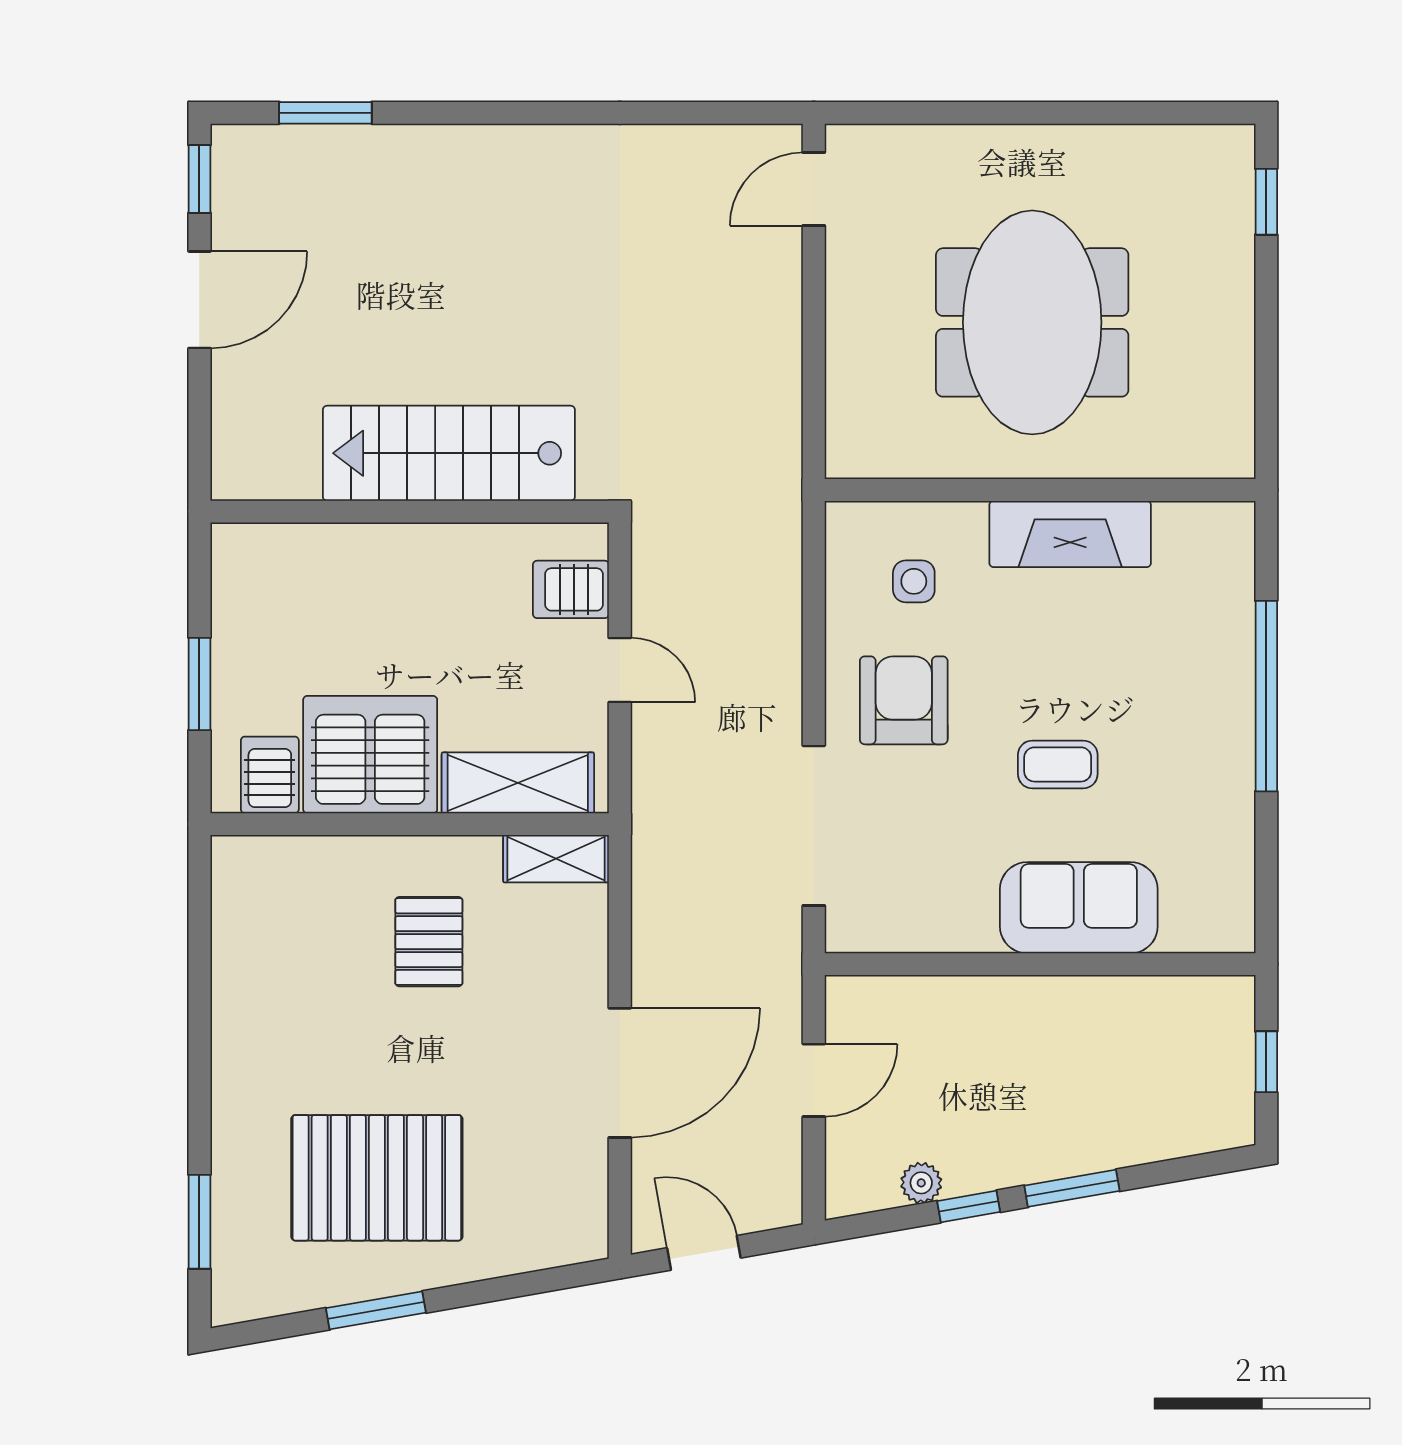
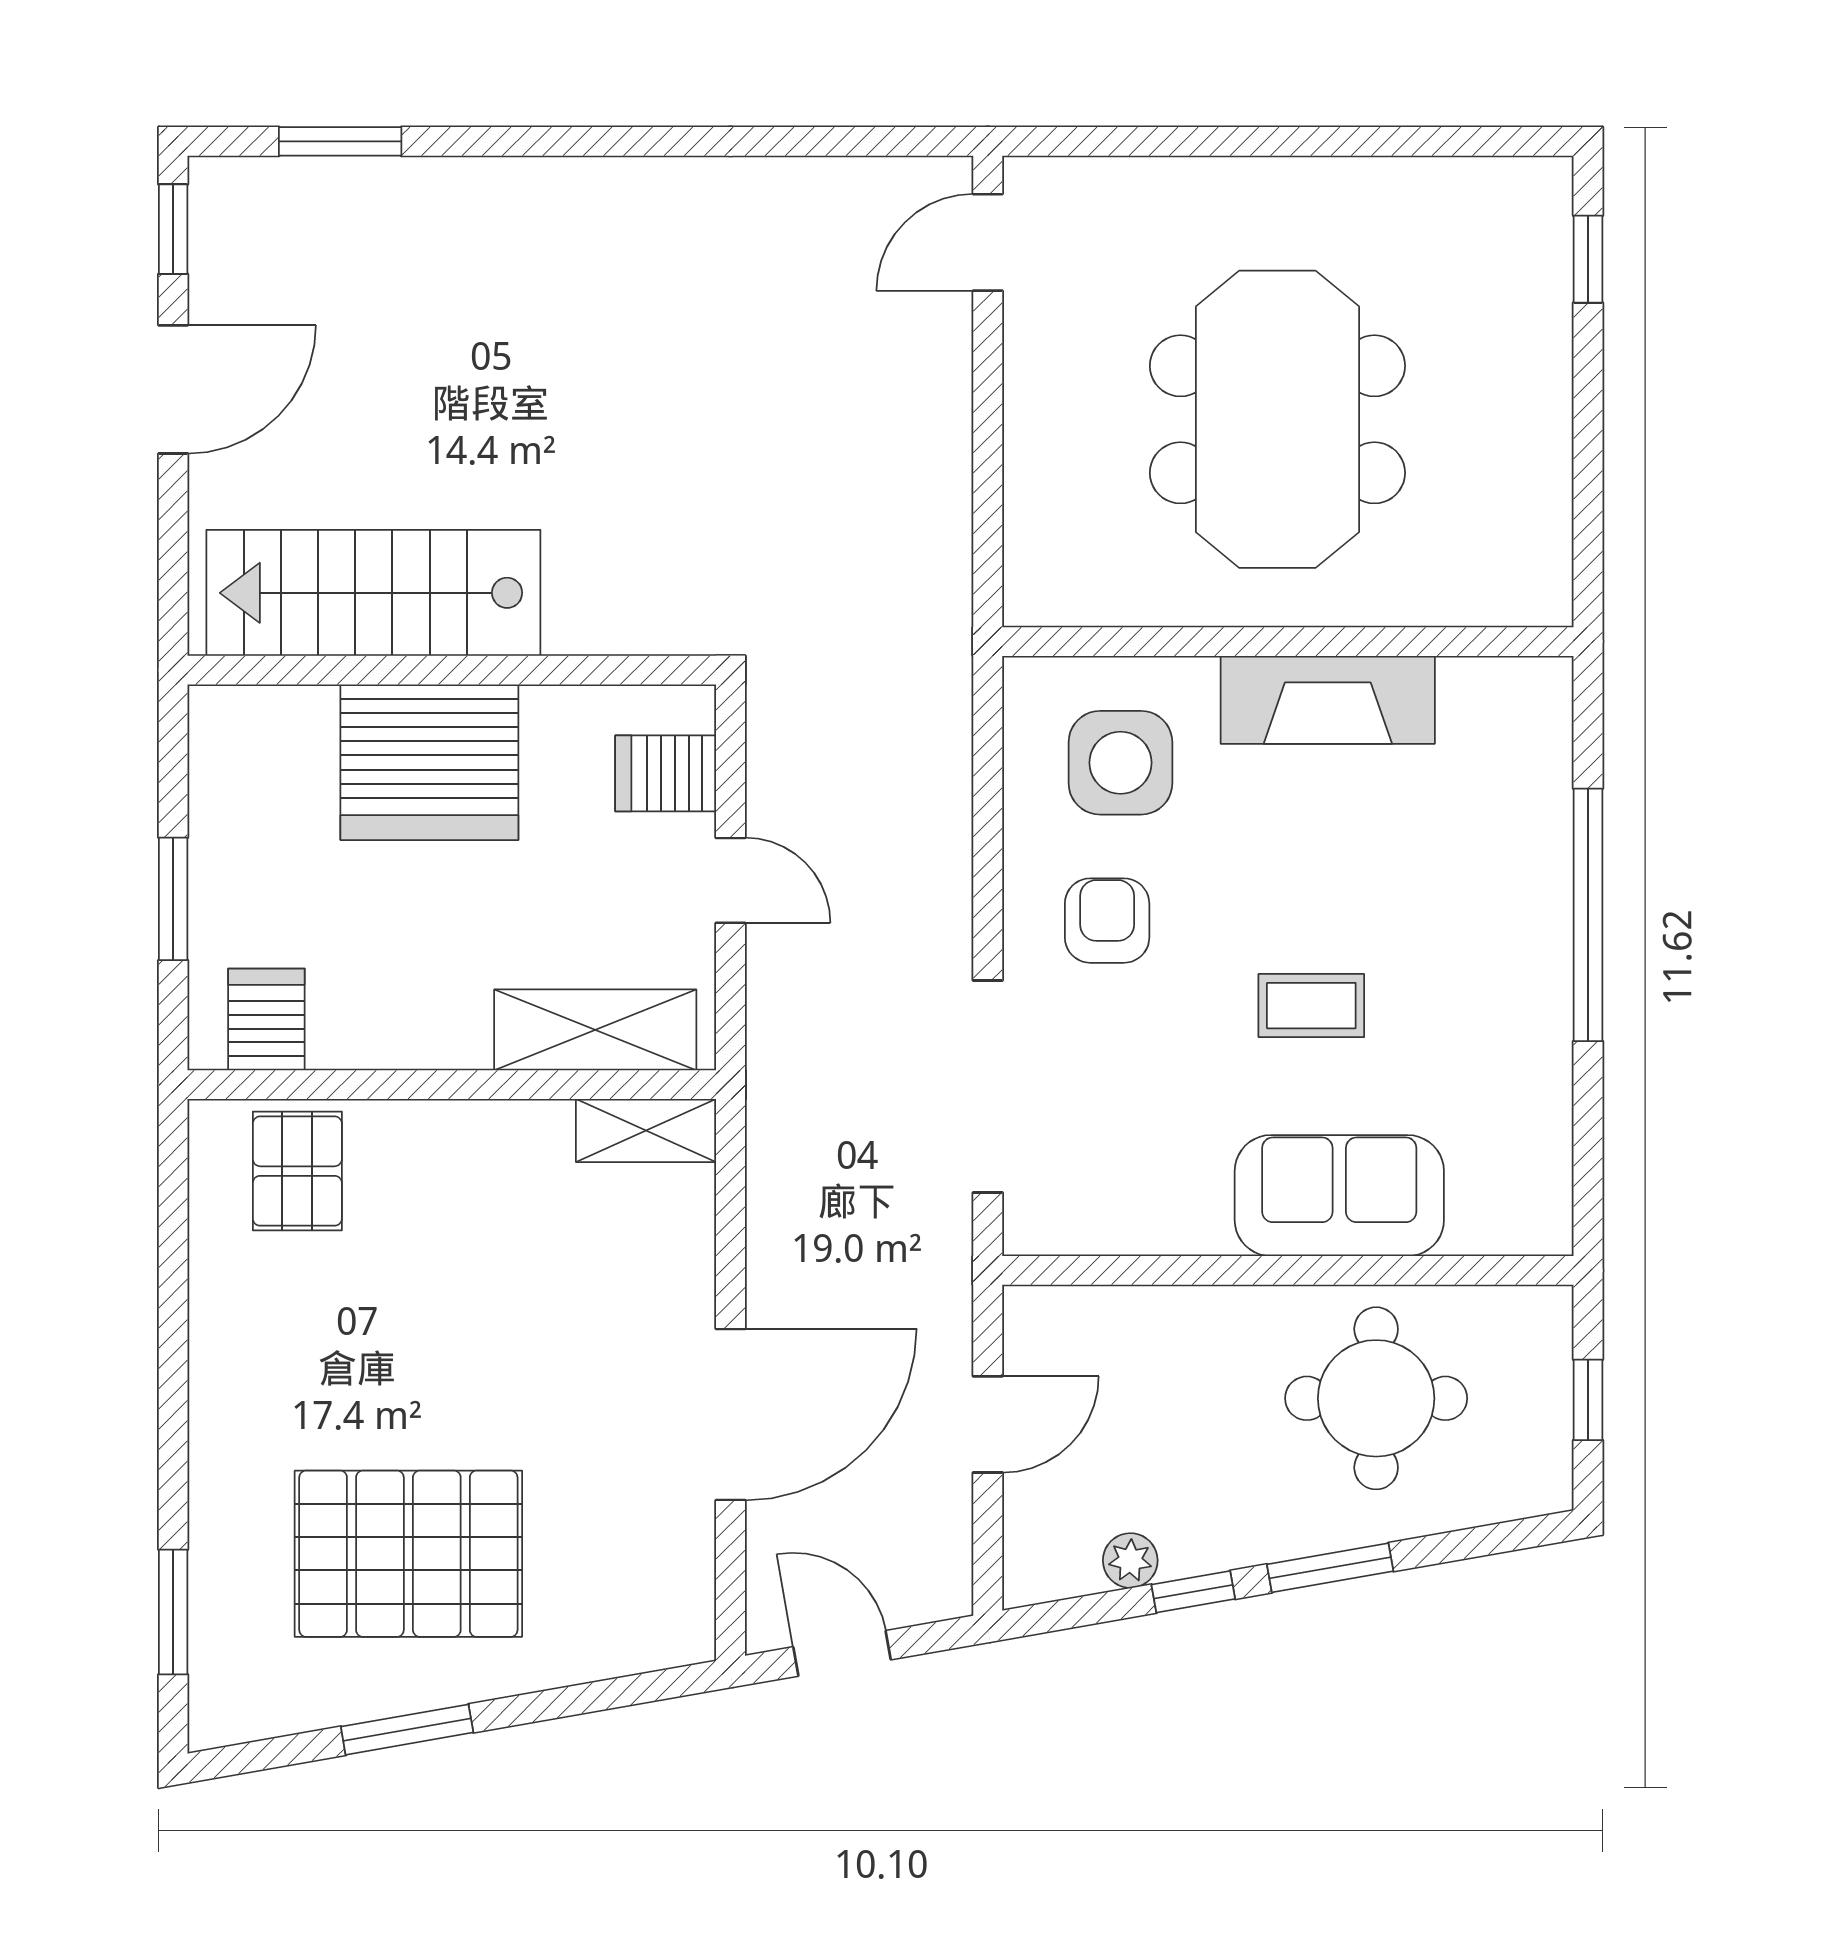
stairs: (449, 453) -> (373, 593), moved
side table: (914, 581) -> (1120, 763), width x1.87, depth x1.87
armchair: (904, 700) -> (1107, 921), width x0.72, depth x0.72
server rack: (370, 755) -> (429, 762), moved, turned 180
pallet: (429, 942) -> (297, 1171), moved
round table: (1107, 1061) -> (1376, 1398), added

